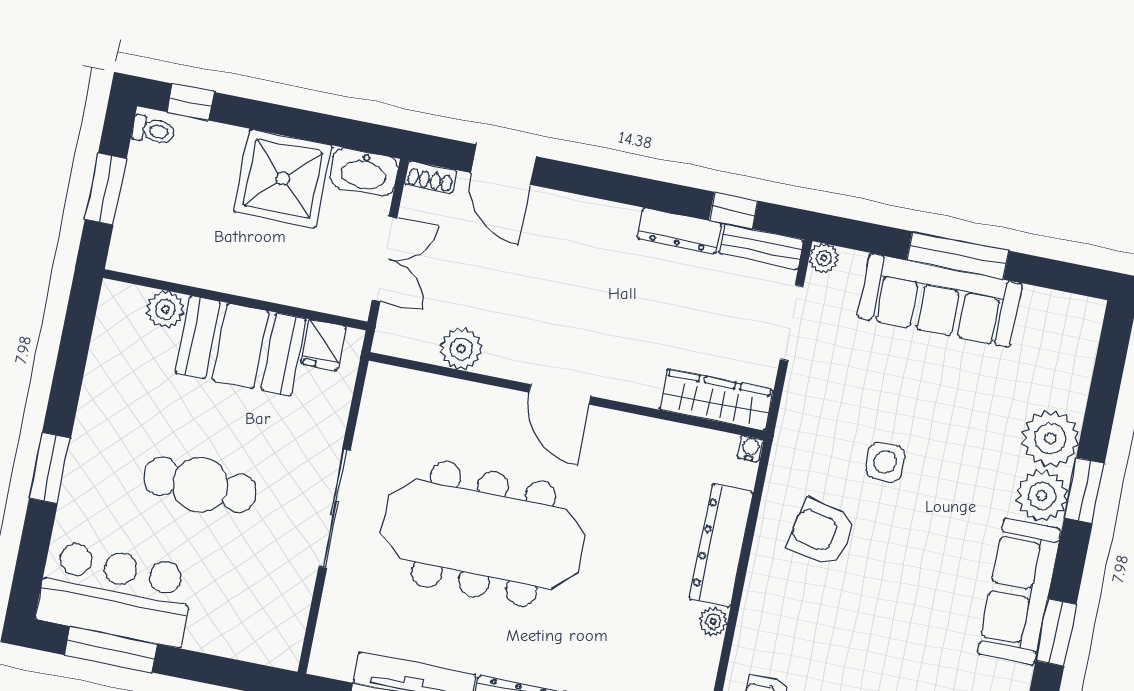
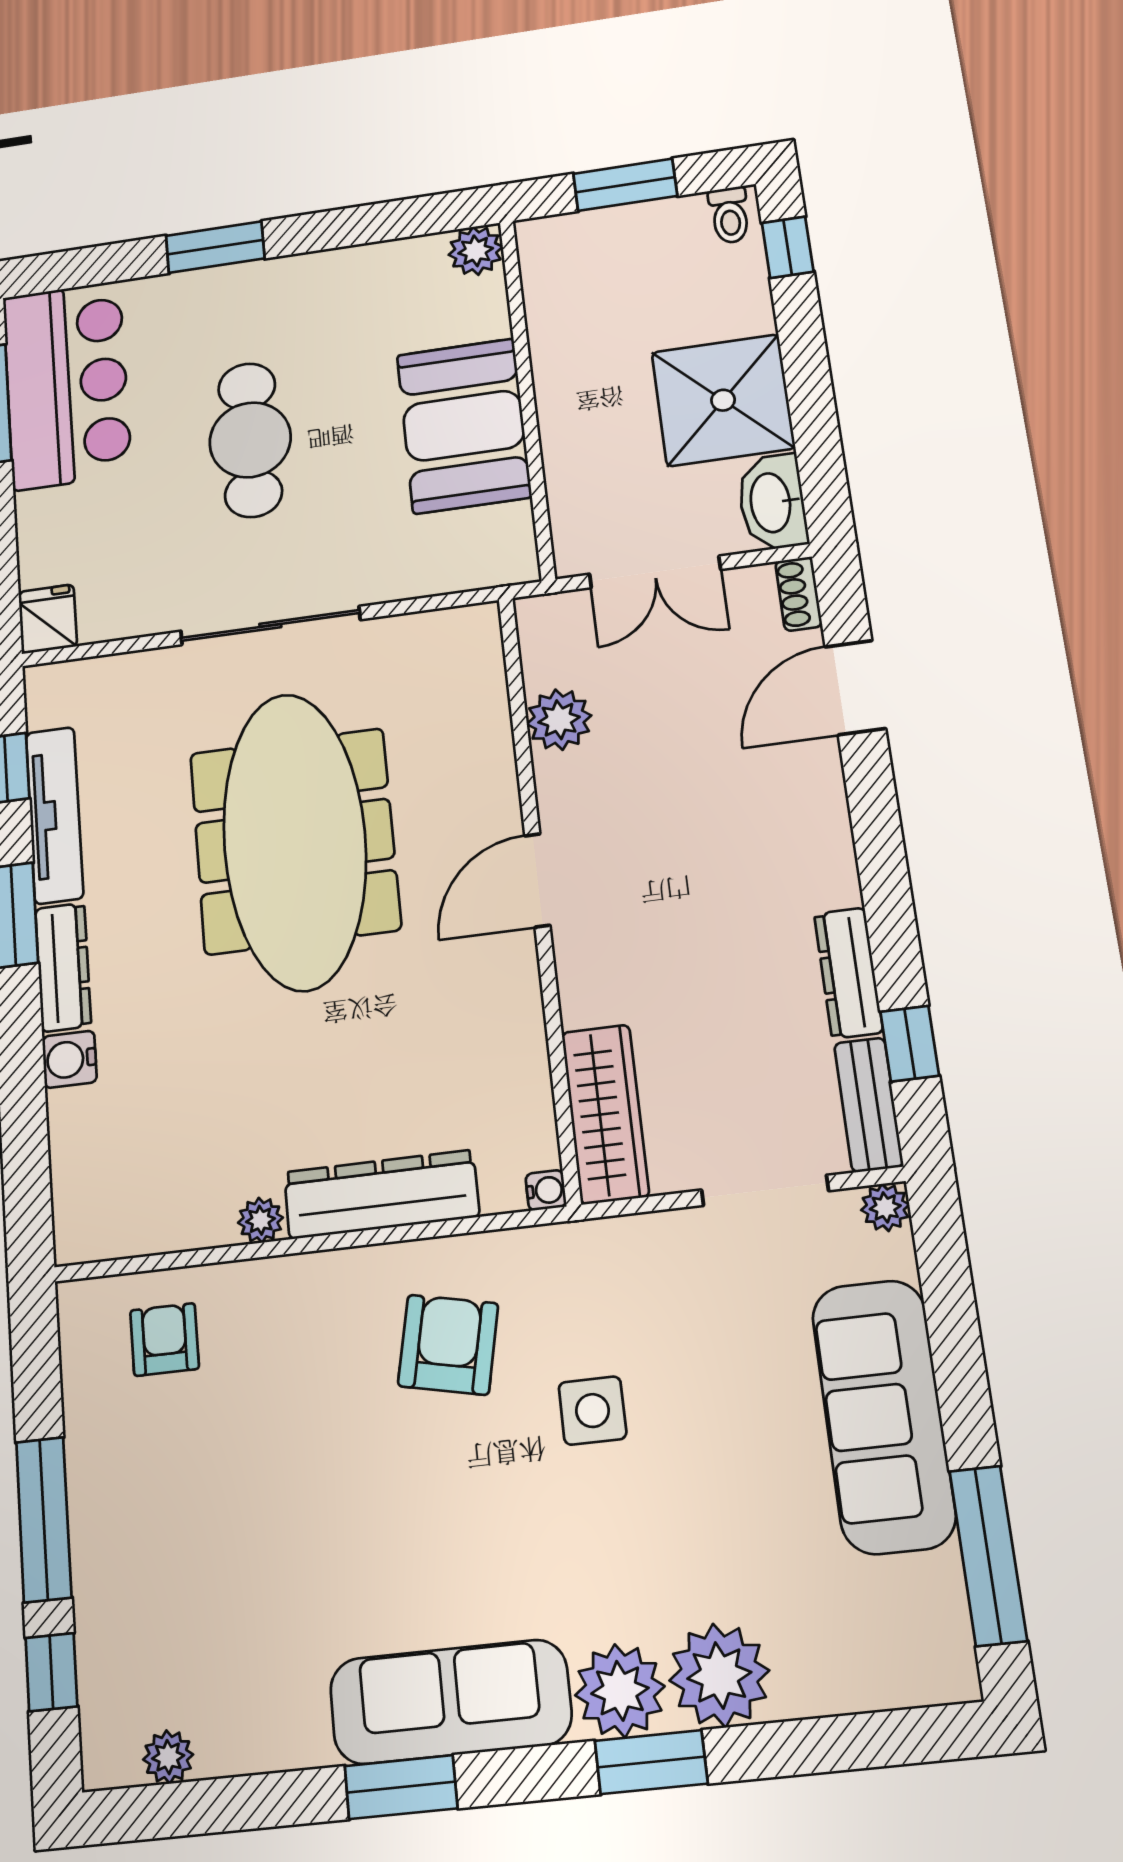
window: (958, 255) -> (988, 1556), moved
plant: (165, 309) -> (476, 251), moved
fridge: (323, 345) -> (48, 619), moved, turned 90

